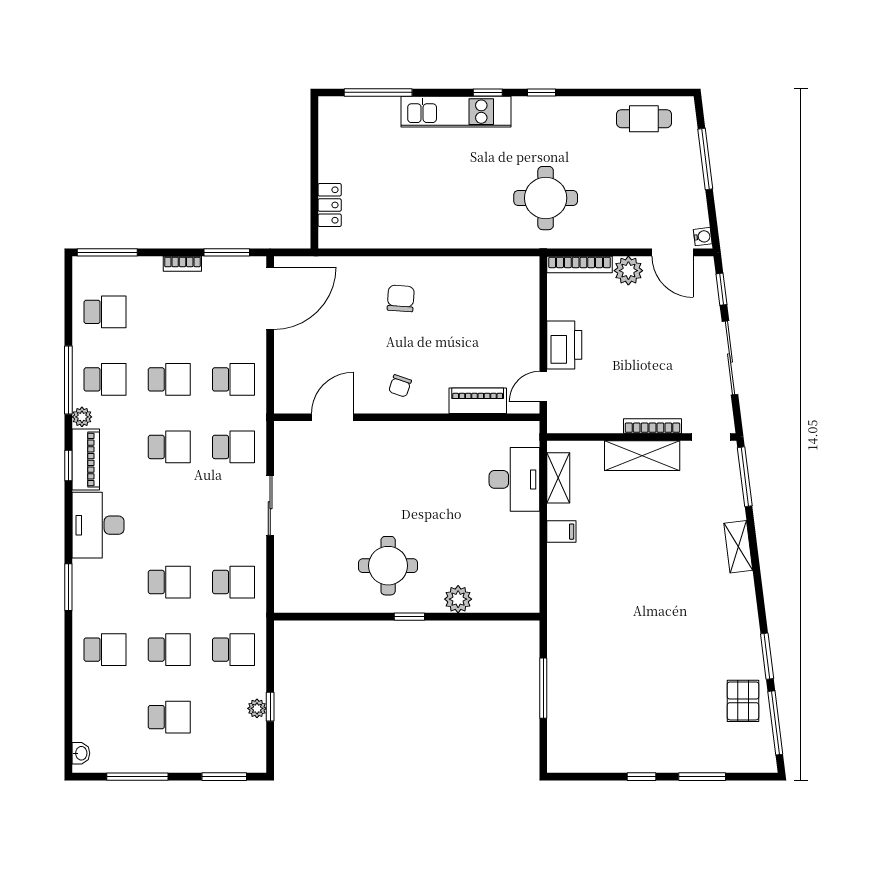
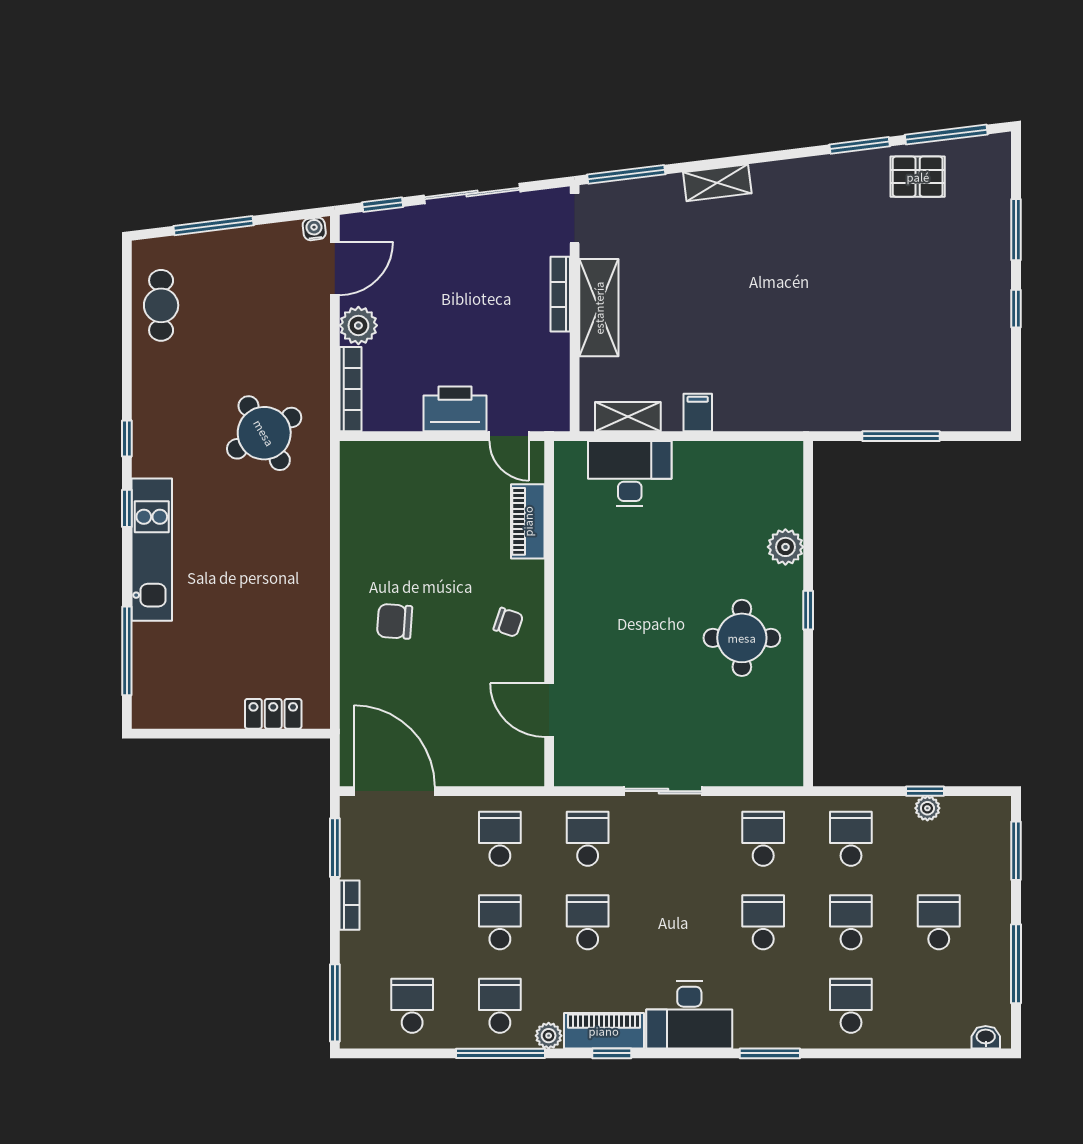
round table: (546, 198) -> (264, 433), turned -30

